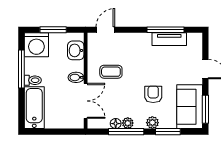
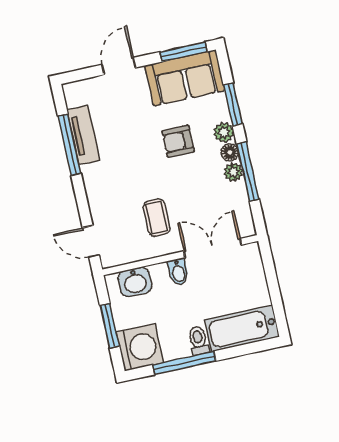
floor lamp: (116, 124) -> (230, 152), moved

